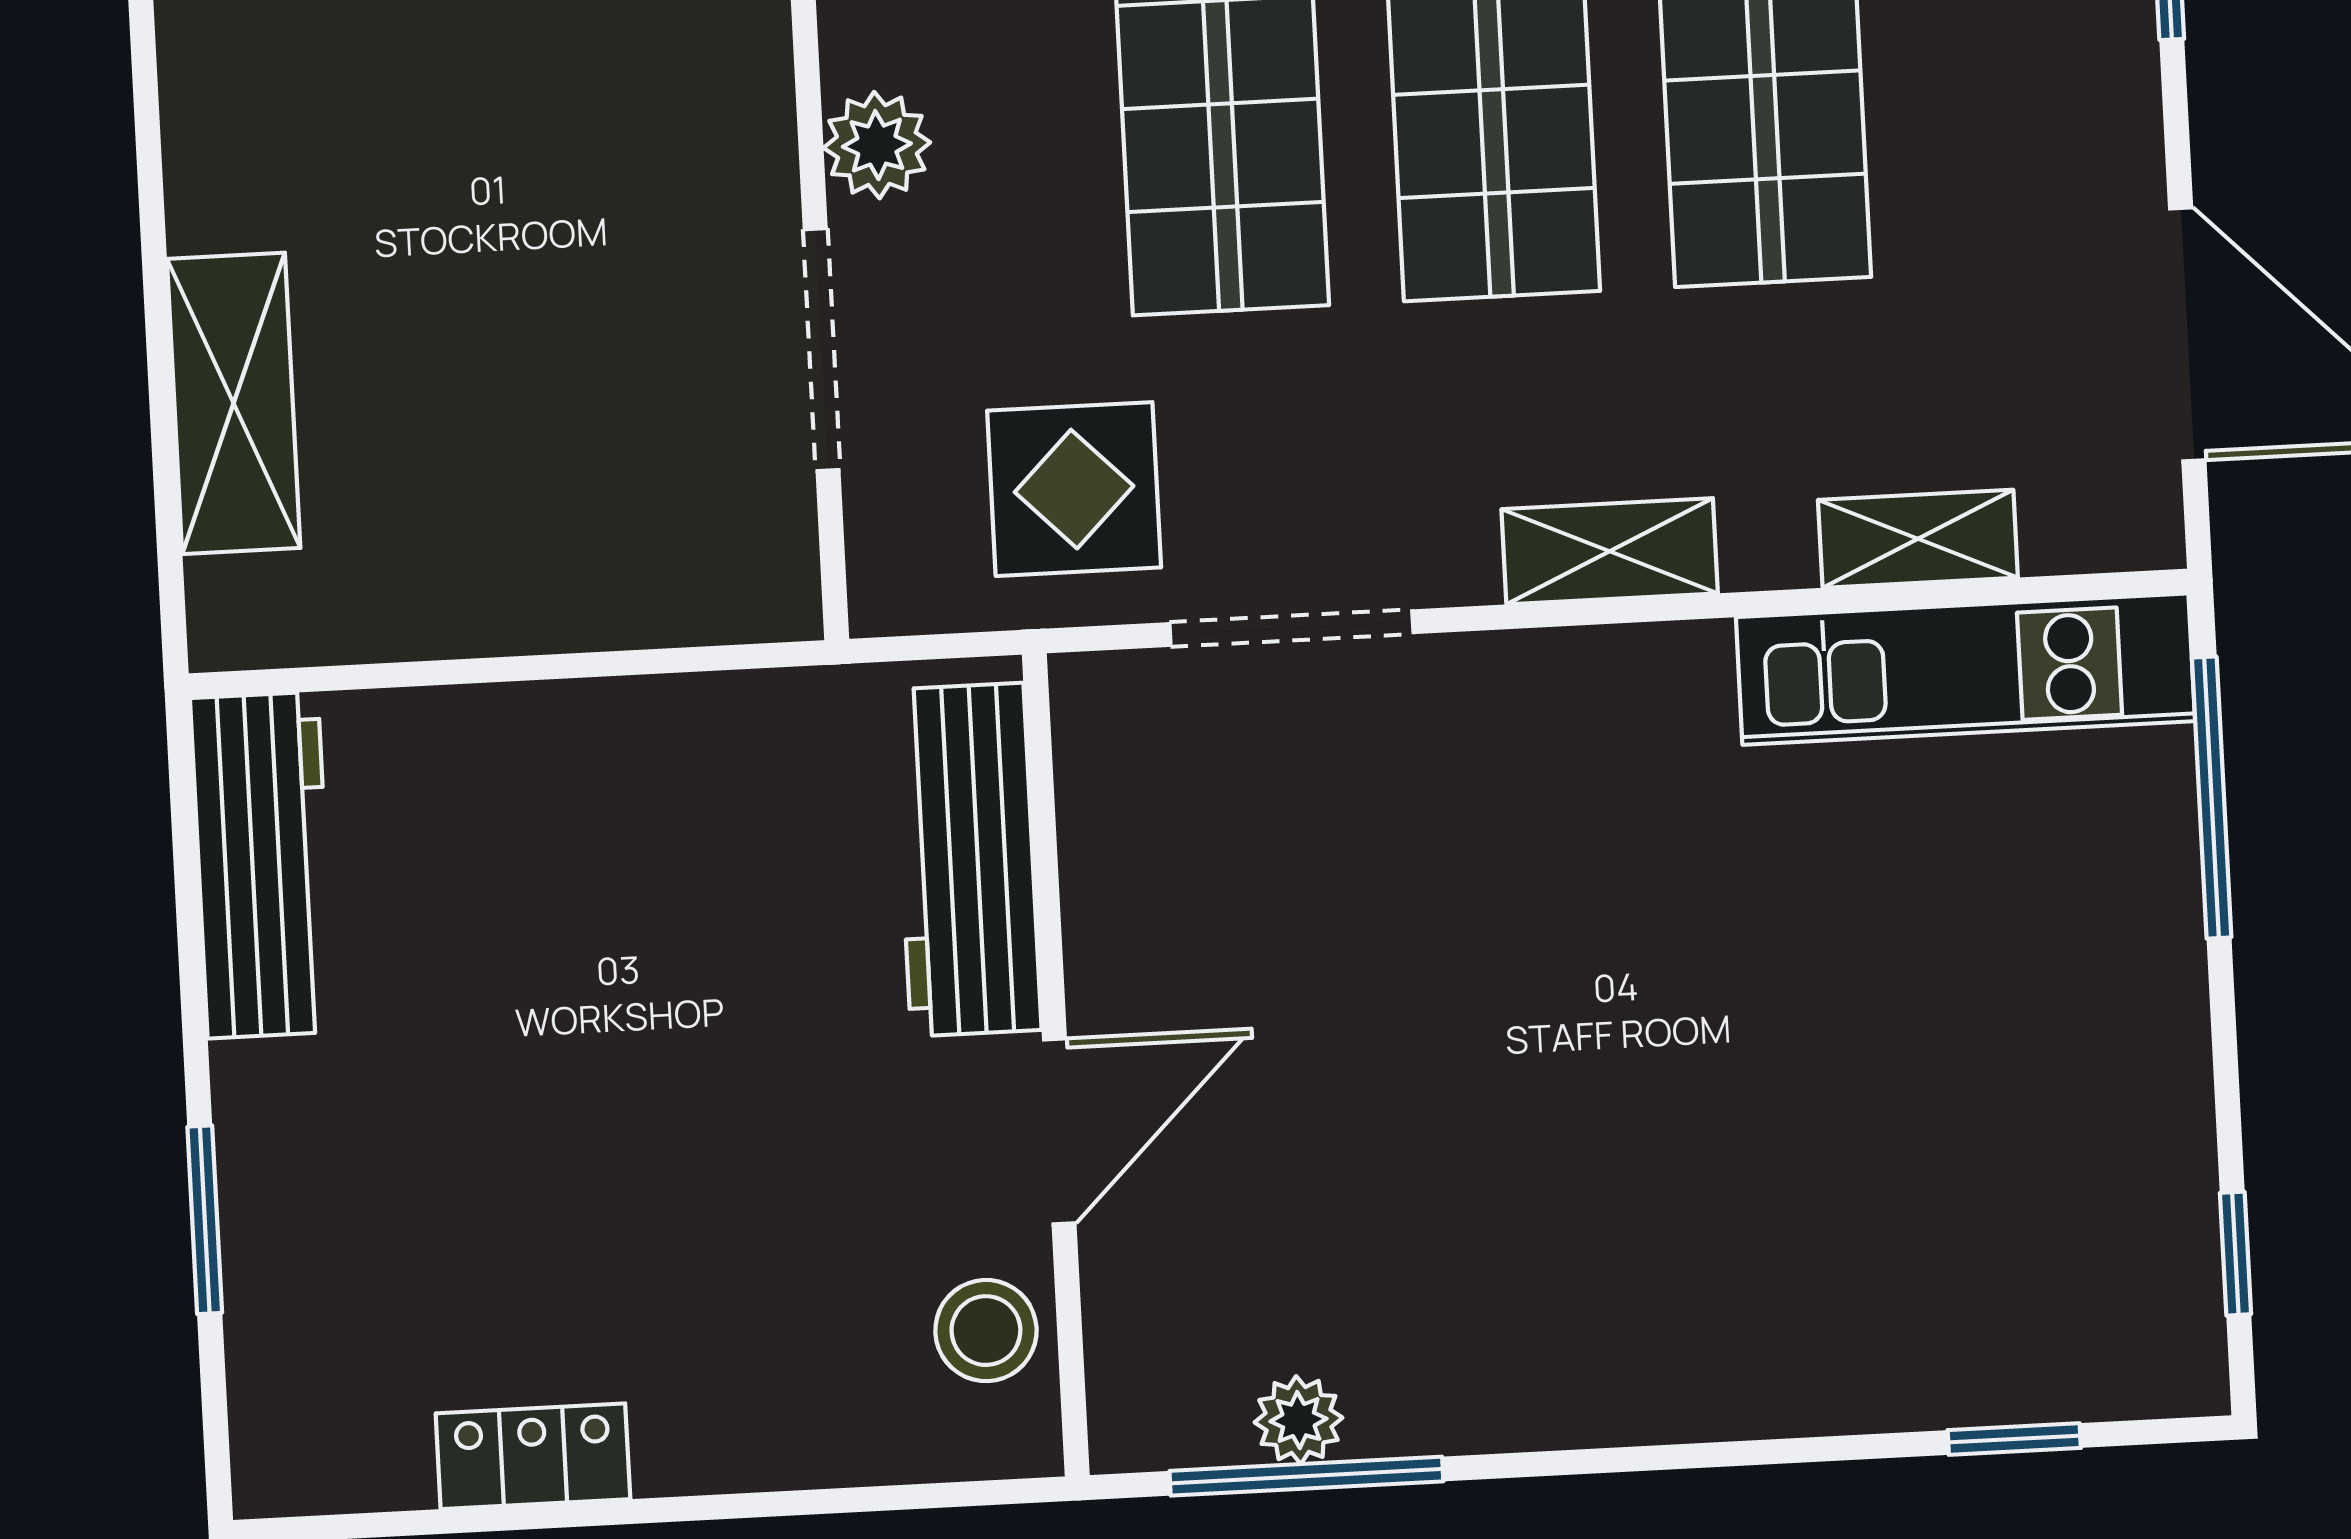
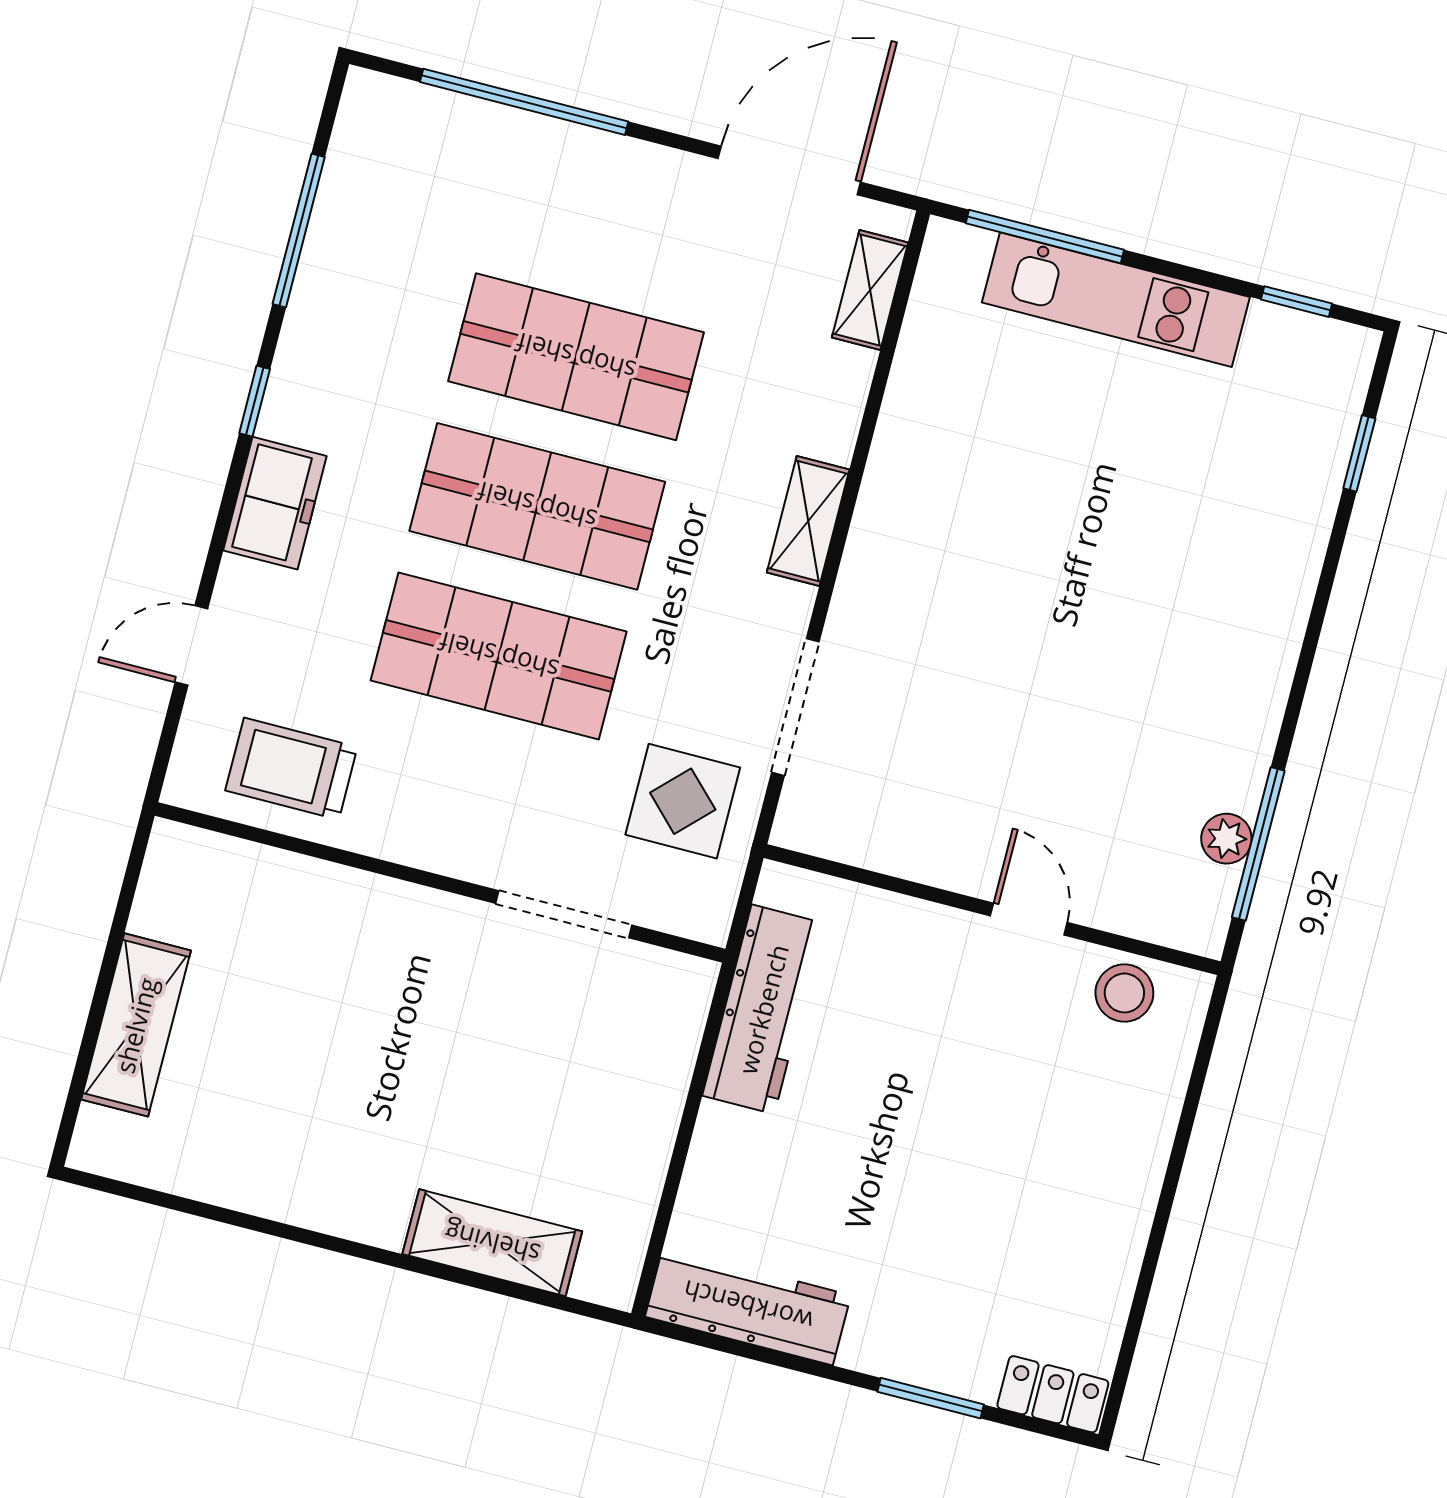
plant: (877, 145) -> (462, 849), removed
shelving: (1918, 539) -> (870, 290), moved
kitchen unit: (1965, 669) -> (1116, 300), moved, turned 90
workbench: (967, 860) -> (763, 1009), moved, turned -90
door: (1059, 1131) -> (1029, 919), width x0.73
locker: (533, 1456) -> (1053, 1394), moved, turned 90

